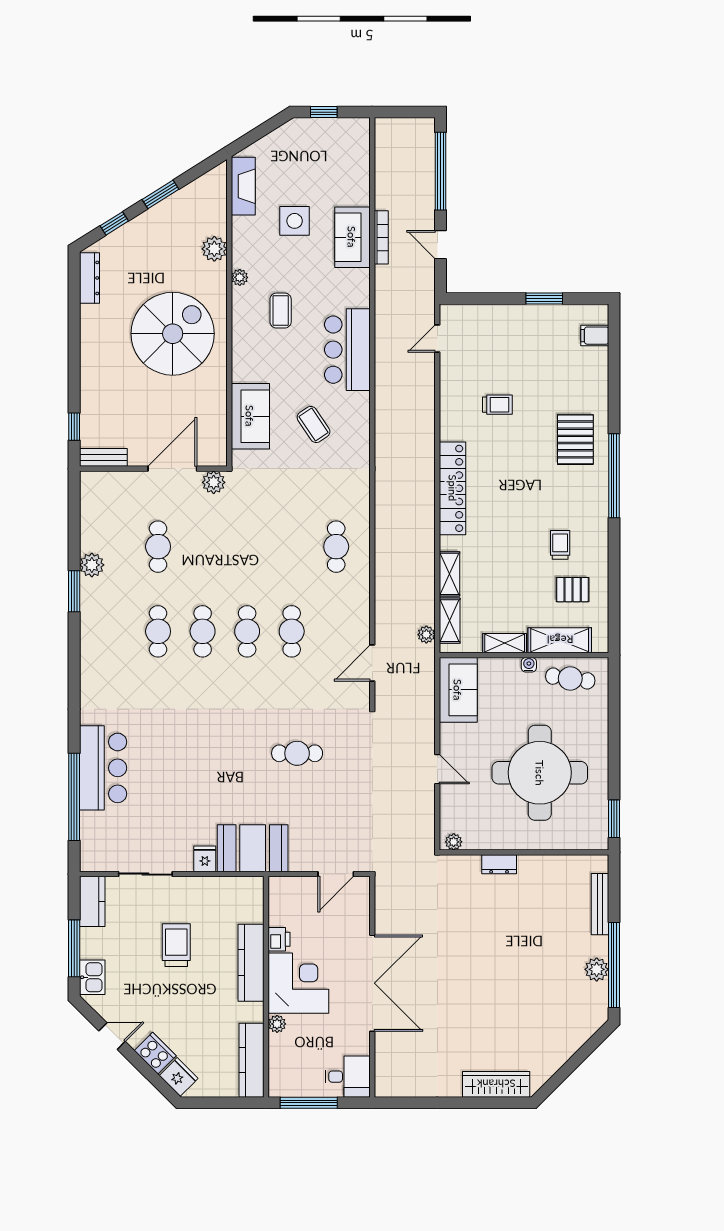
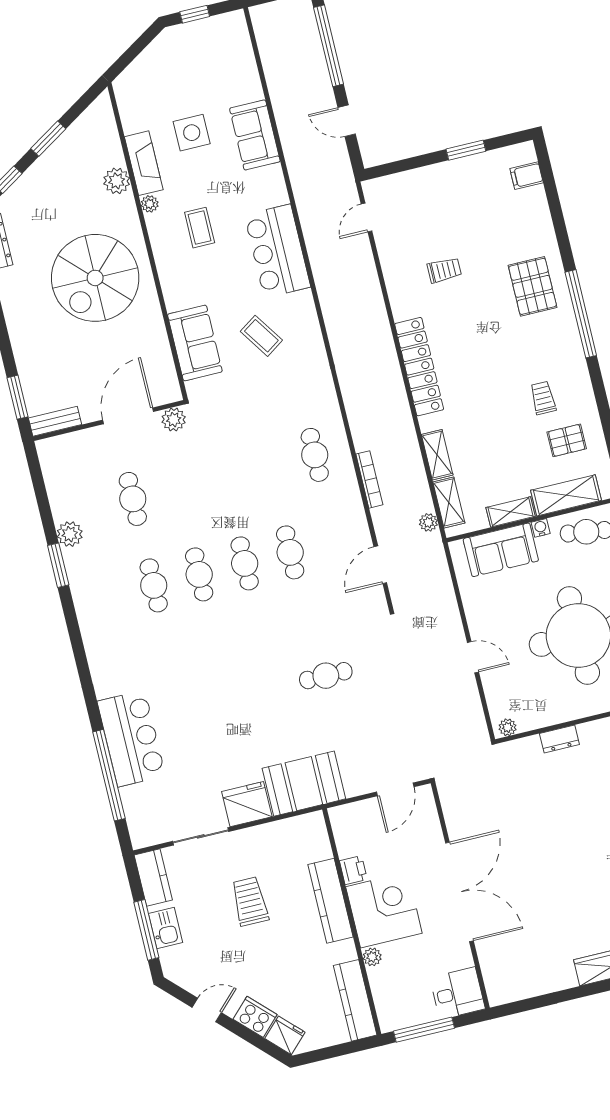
fireplace: (243, 186) -> (144, 163), moved
bookcase: (381, 237) -> (369, 479), moved
spiral stairs: (173, 334) -> (95, 278), turned 180
window: (74, 427) -> (18, 397), width x1.50
sofa: (458, 690) -> (501, 550), moved, turned 90
fridge: (205, 859) -> (247, 804), width x1.88, depth x1.34
kitchen sink: (92, 977) -> (165, 928), moved

